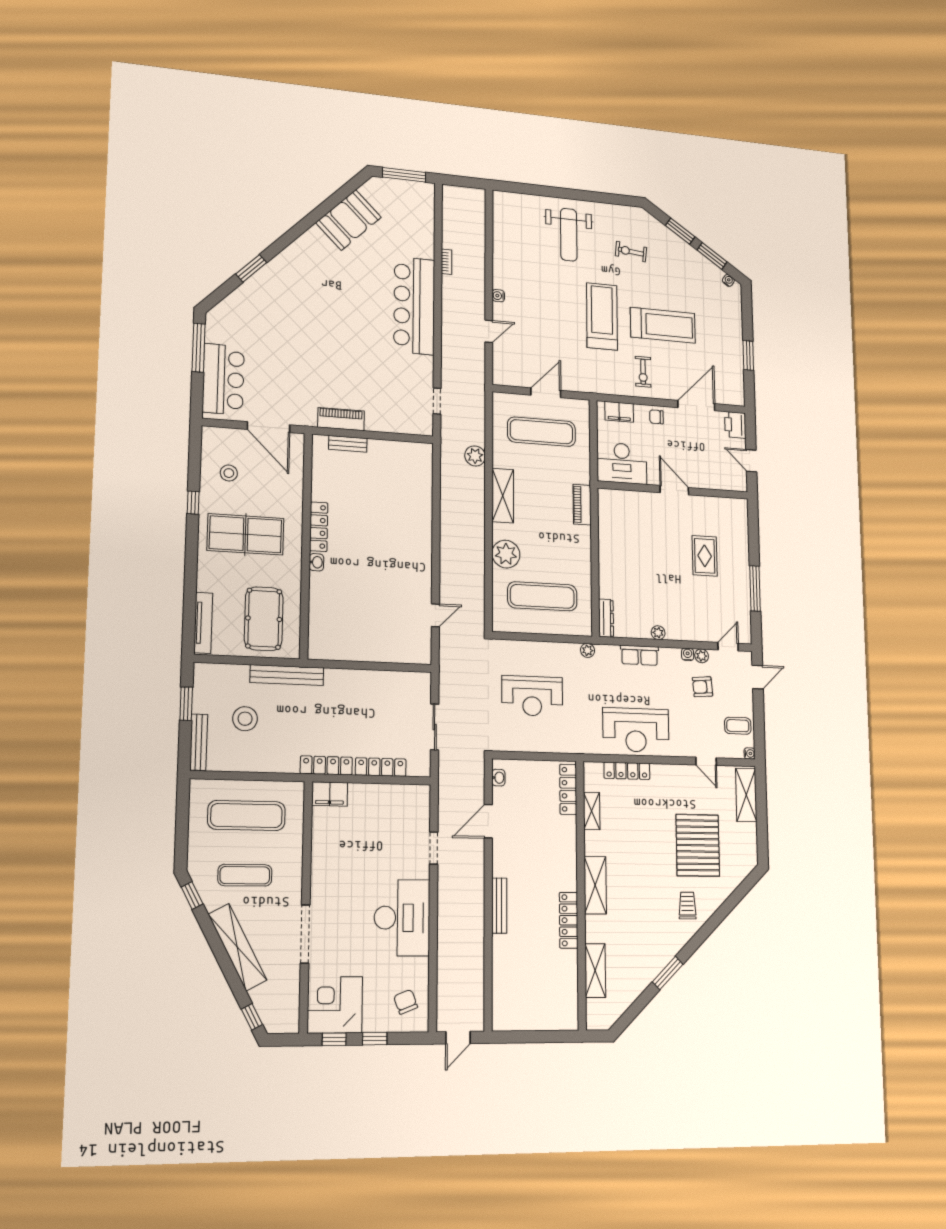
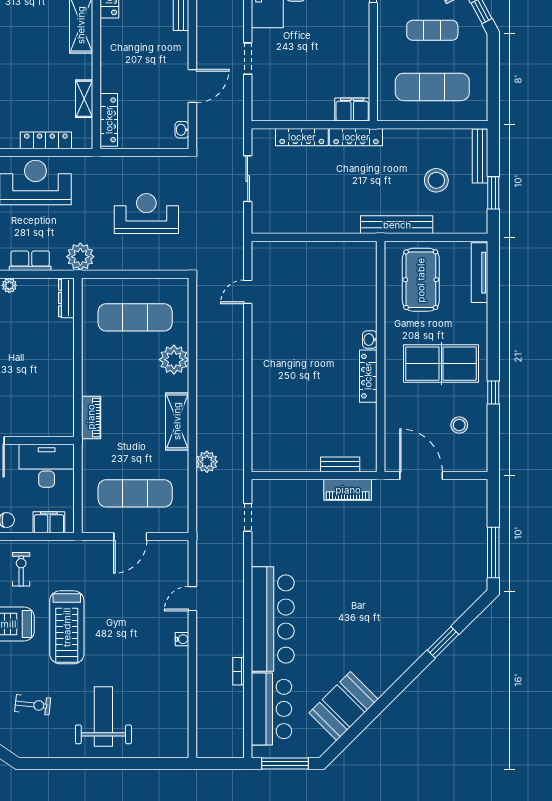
bar counter: (223, 379) -> (271, 709), moved, turned 180
plant: (588, 650) -> (80, 257), width x1.88, depth x1.88

